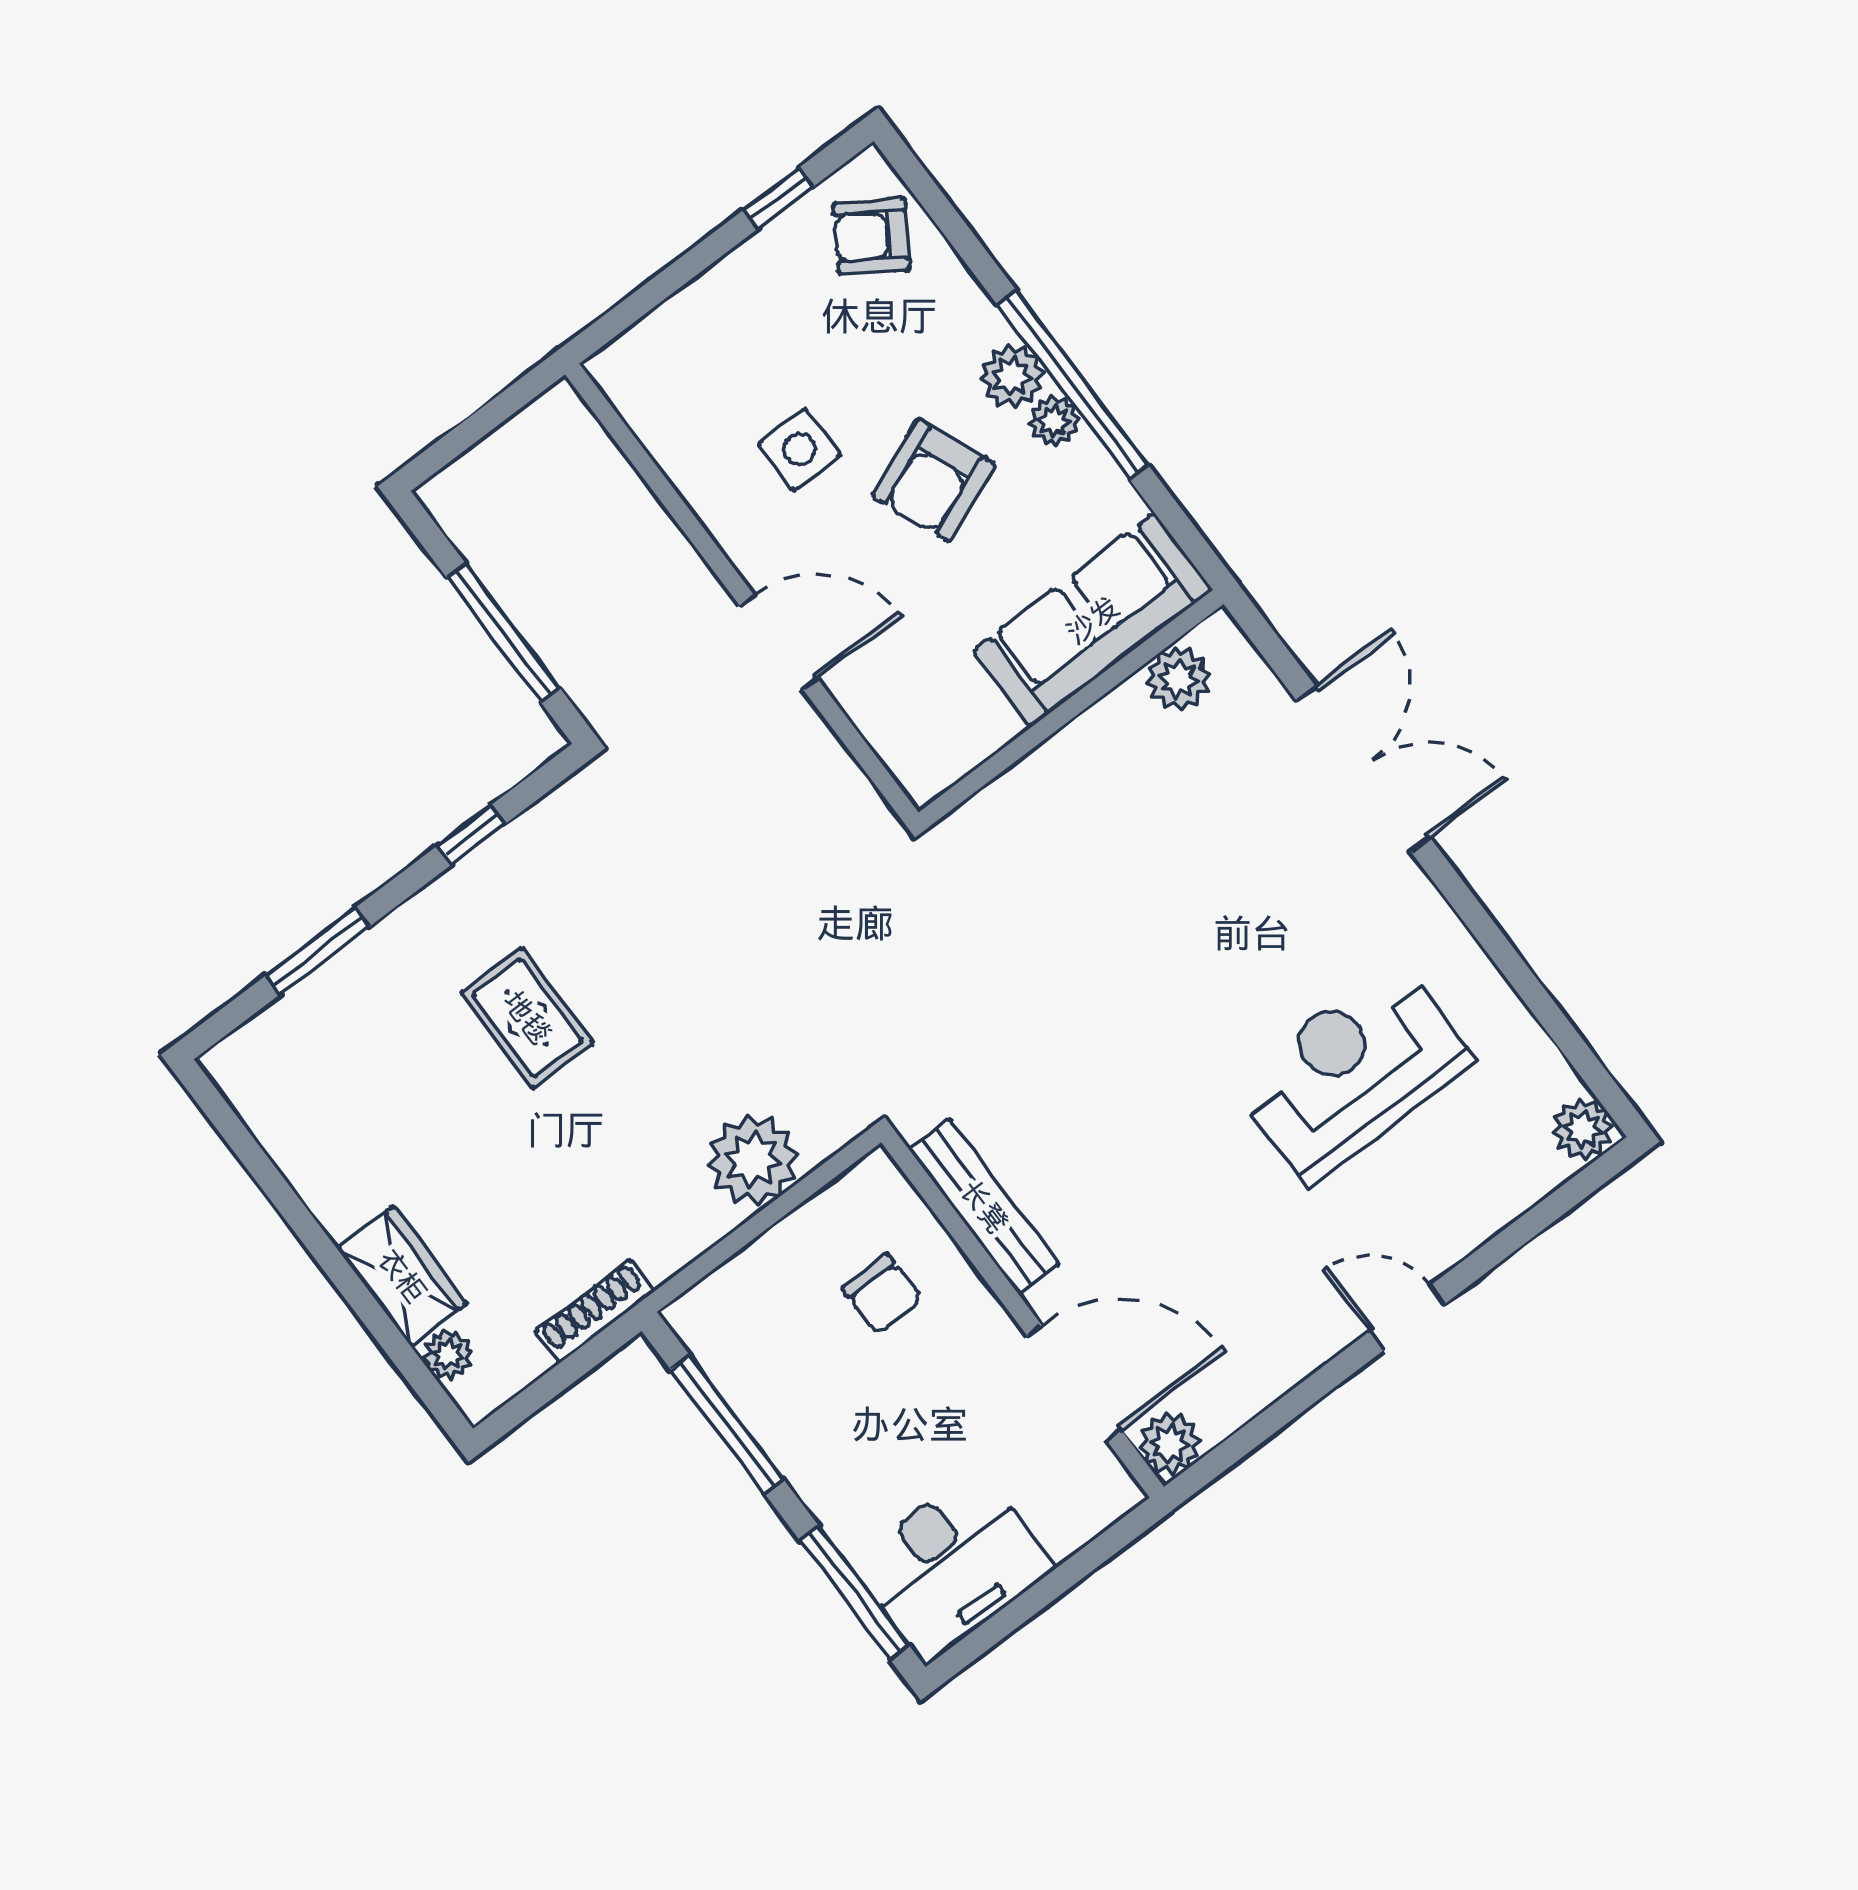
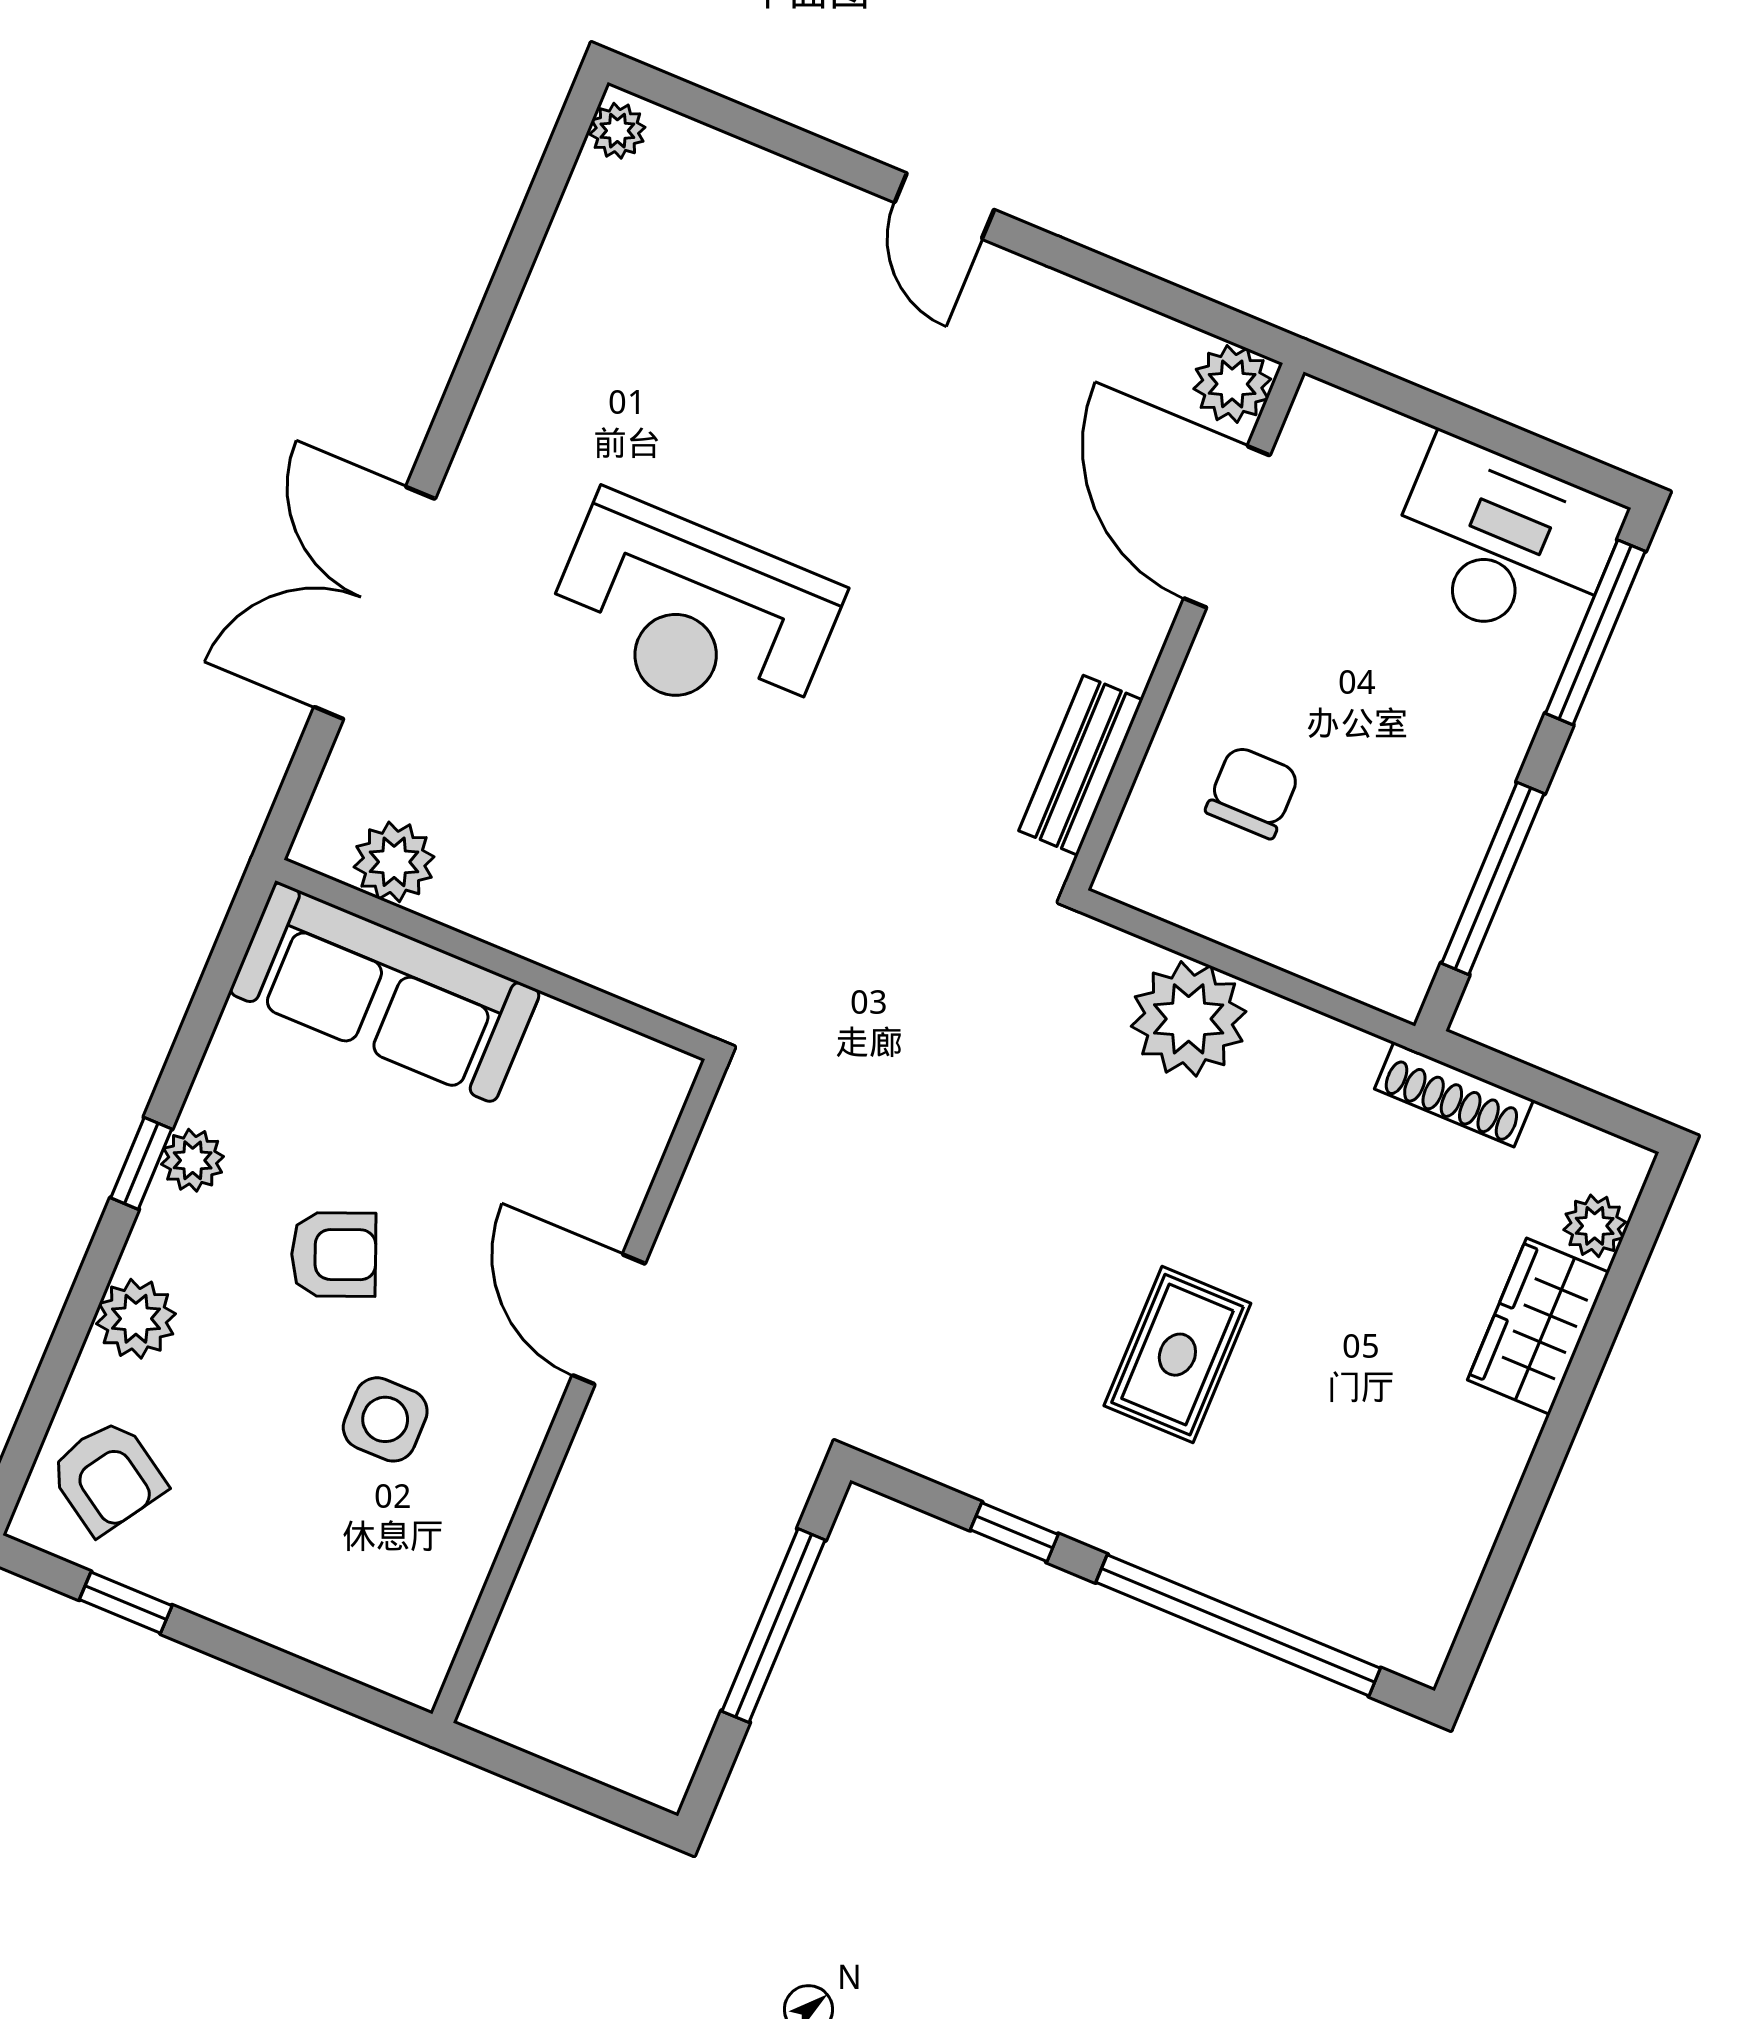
plant: (1012, 376) -> (136, 1319), moved
window: (1073, 385) -> (141, 1163), width x0.32
armchair: (933, 480) -> (334, 1254), width x0.72, depth x0.72
window: (318, 951) -> (1238, 1625), width x2.11
reception desk: (1353, 1071) -> (693, 614), moved
plant: (1583, 1129) -> (617, 131), width x0.73, depth x0.73
bench: (984, 1207) -> (1081, 765), width x0.73

